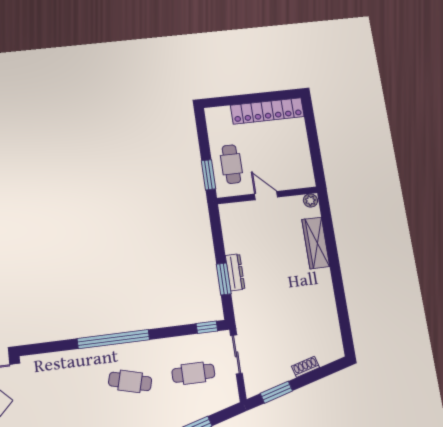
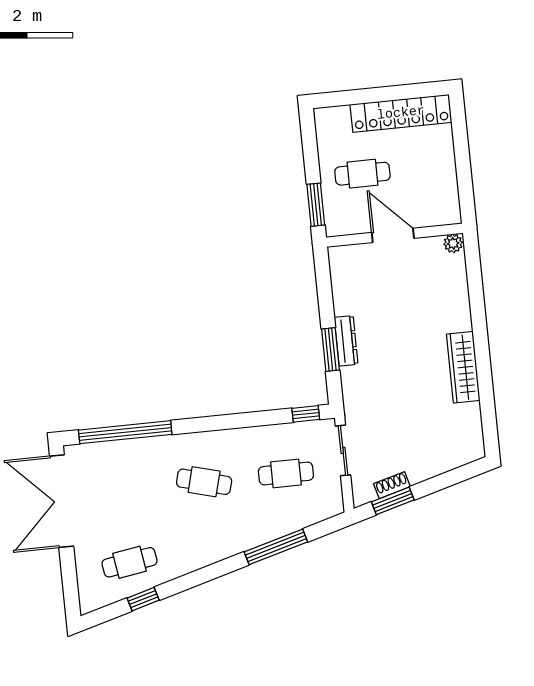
cafe table: (231, 164) -> (362, 174), moved, turned 90
door: (266, 196) -> (393, 235), width x1.38
wardrobe: (316, 243) -> (463, 367), moved
window: (113, 339) -> (125, 432), moved
shoe rack: (306, 367) -> (392, 485), moved

